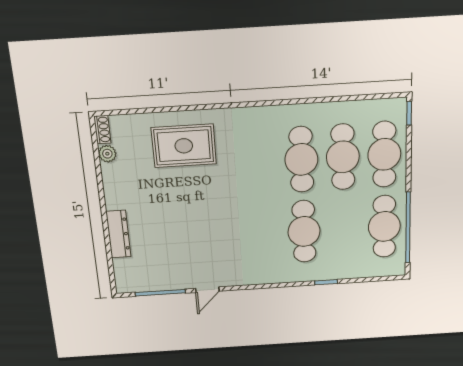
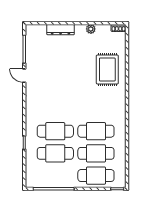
plant: (107, 154) -> (91, 29), moved
cafe table: (384, 226) -> (55, 153), moved

